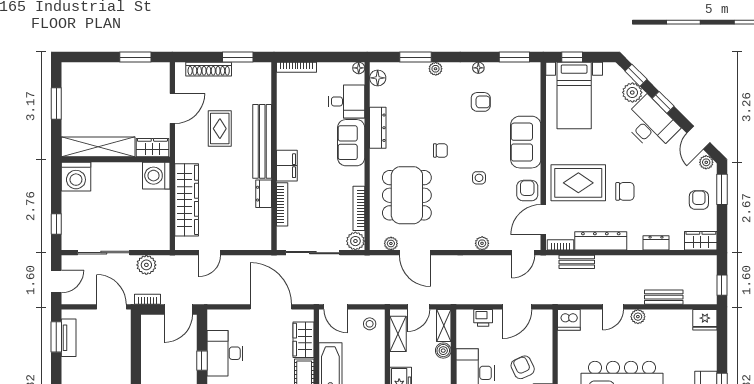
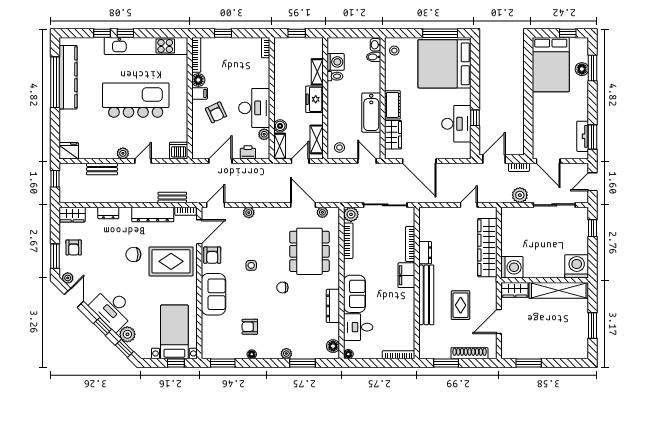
plant: (463, 340) -> (264, 134), added

